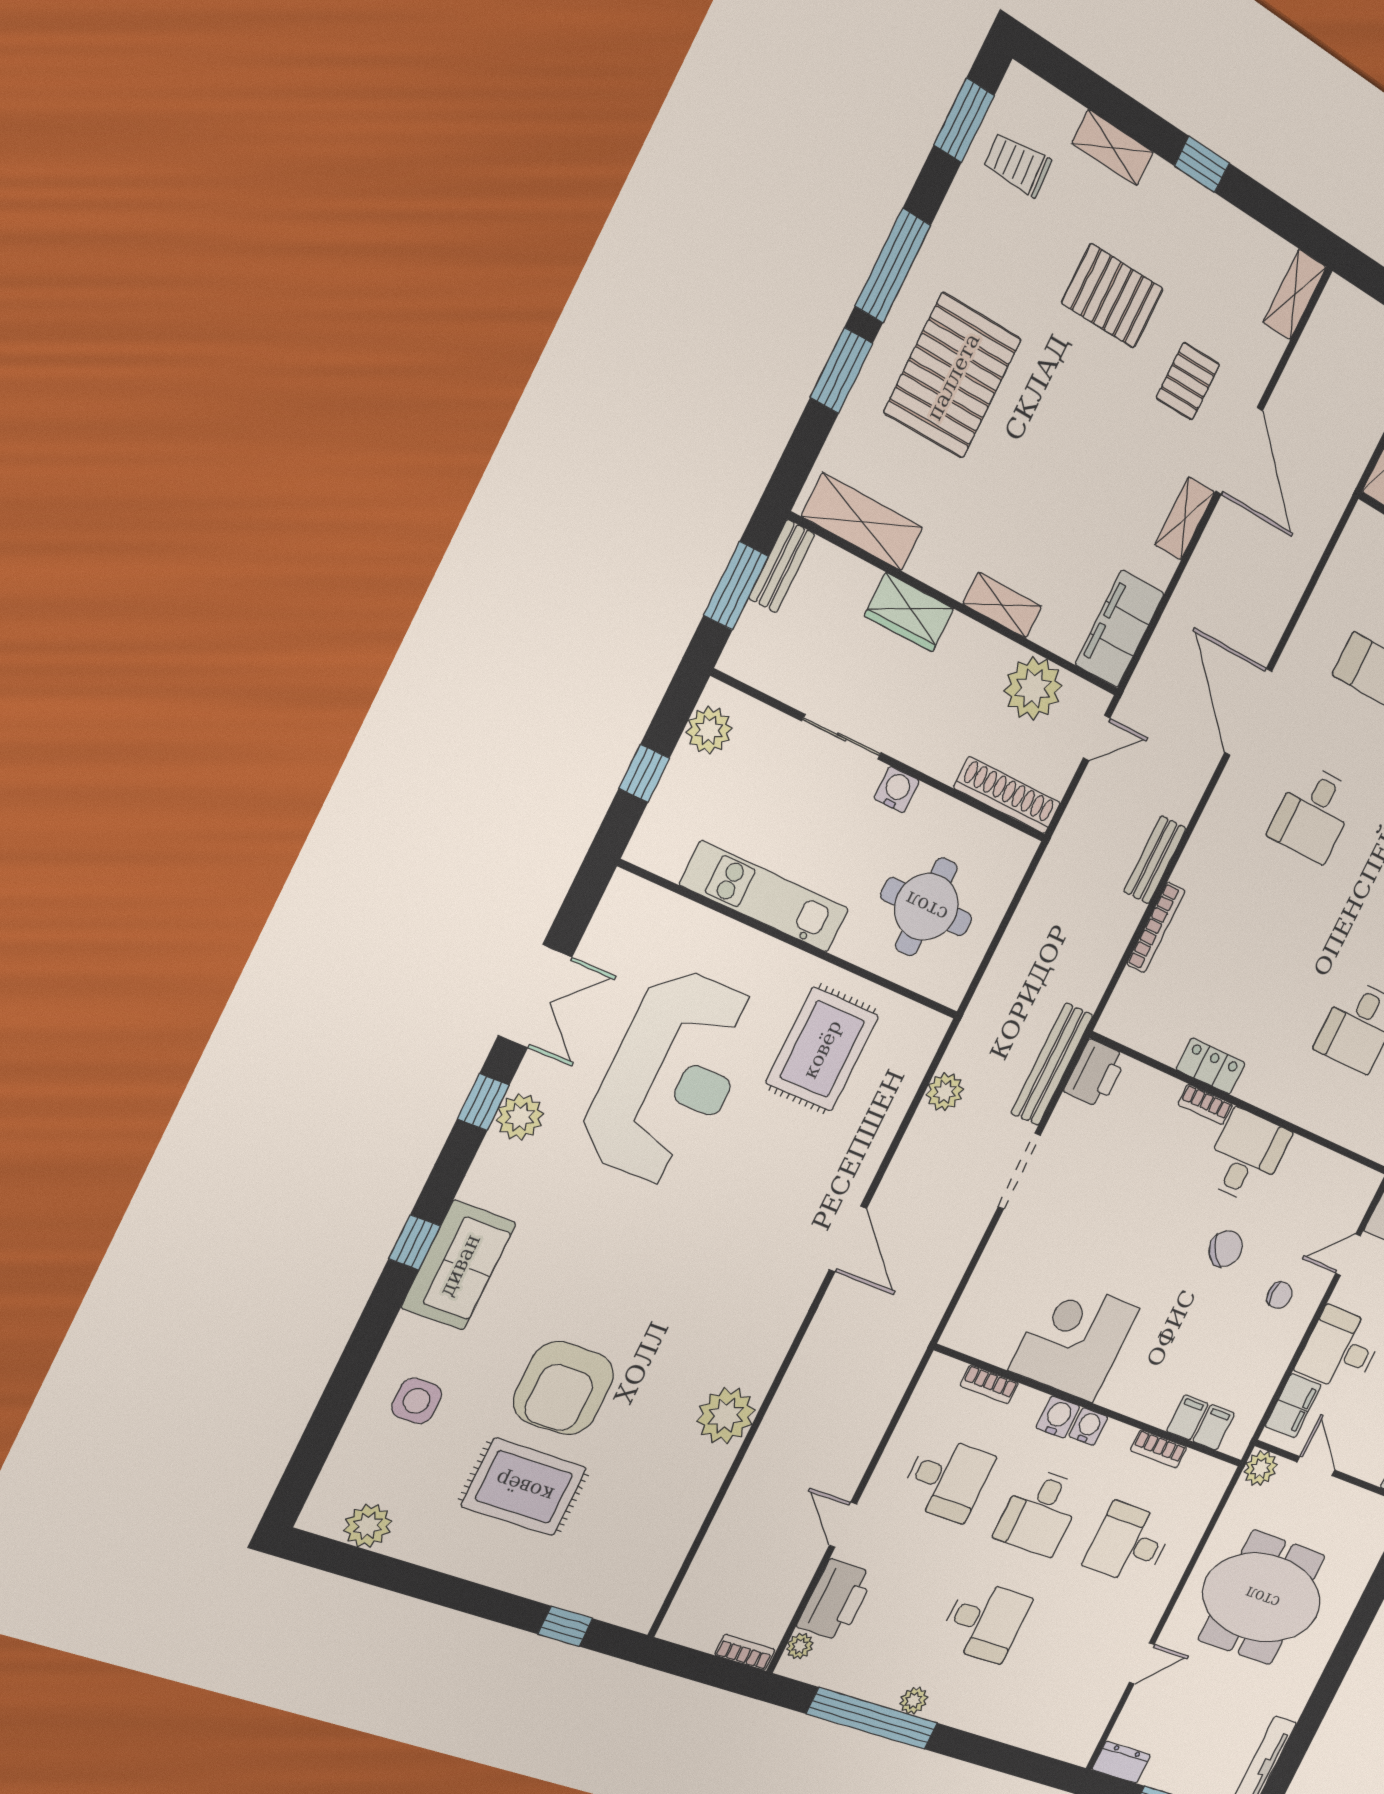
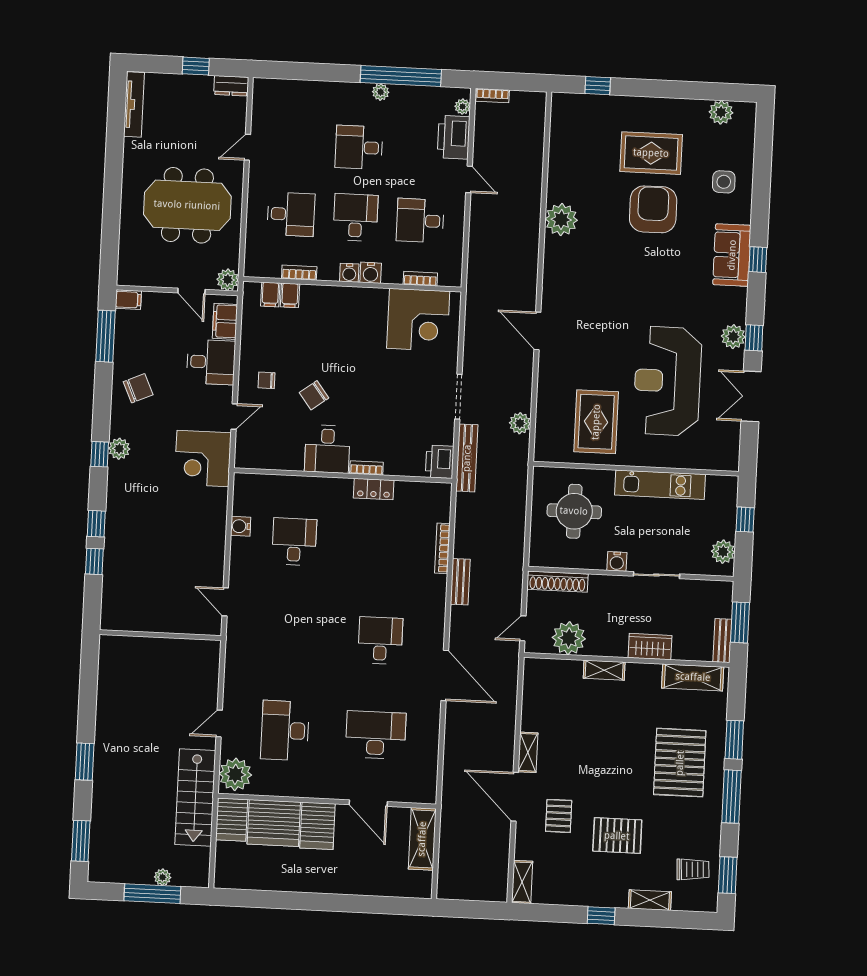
filing cabinet: (1120, 629) -> (537, 685), removed
corner desk: (1074, 1339) -> (418, 320), moved

